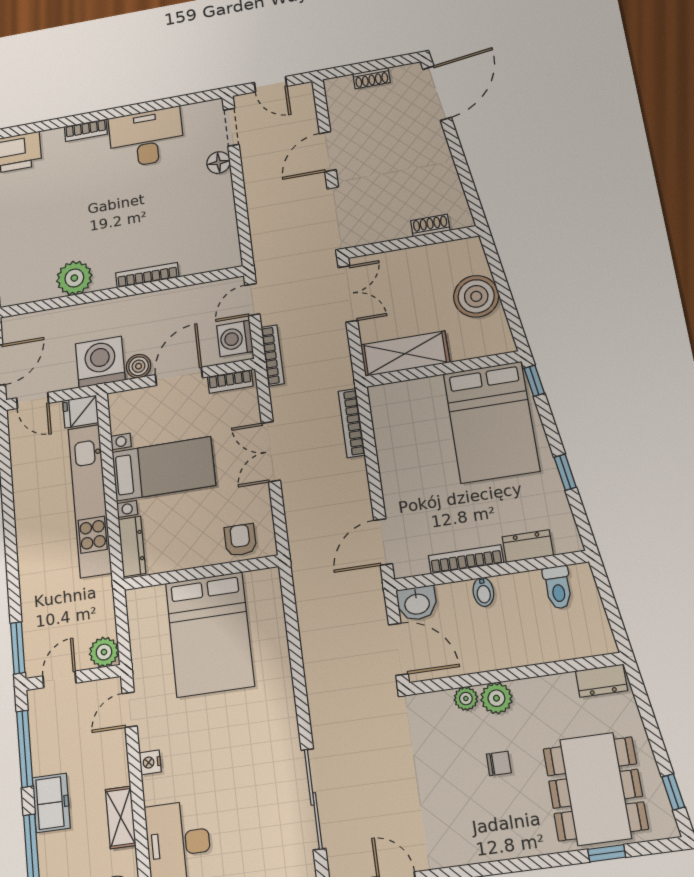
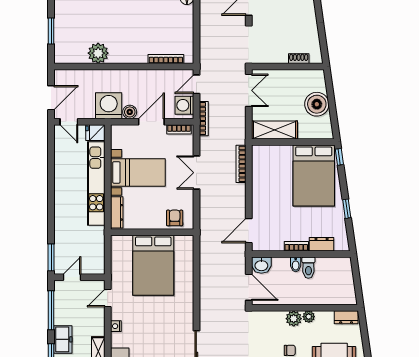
bookcase: (147, 275) -> (166, 59), moved
bookcase: (466, 559) -> (296, 246), width x0.64
toilet: (558, 587) -> (308, 268), moved
plant: (104, 652) -> (97, 266), removed
plant: (466, 699) -> (309, 317), moved

